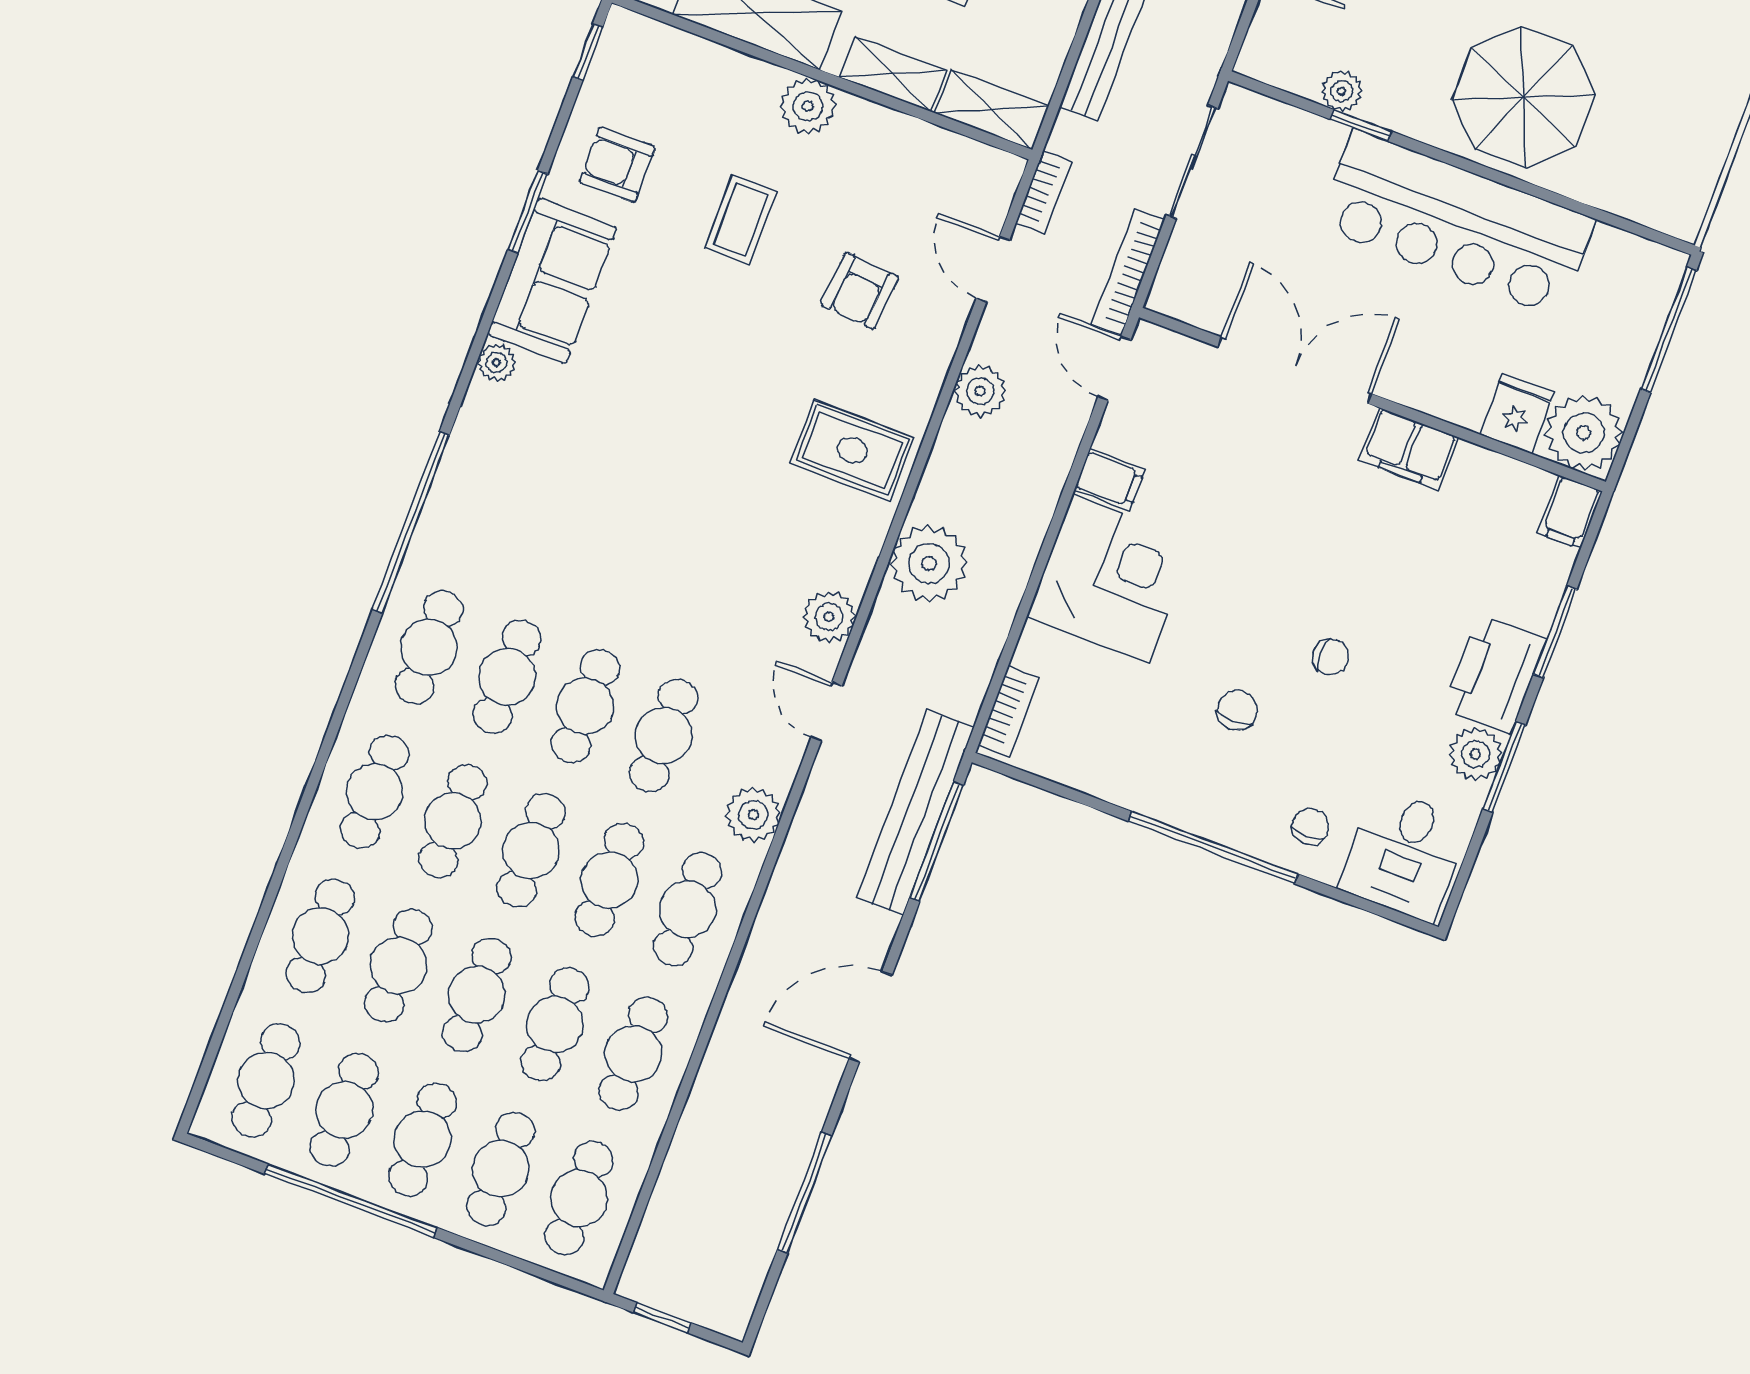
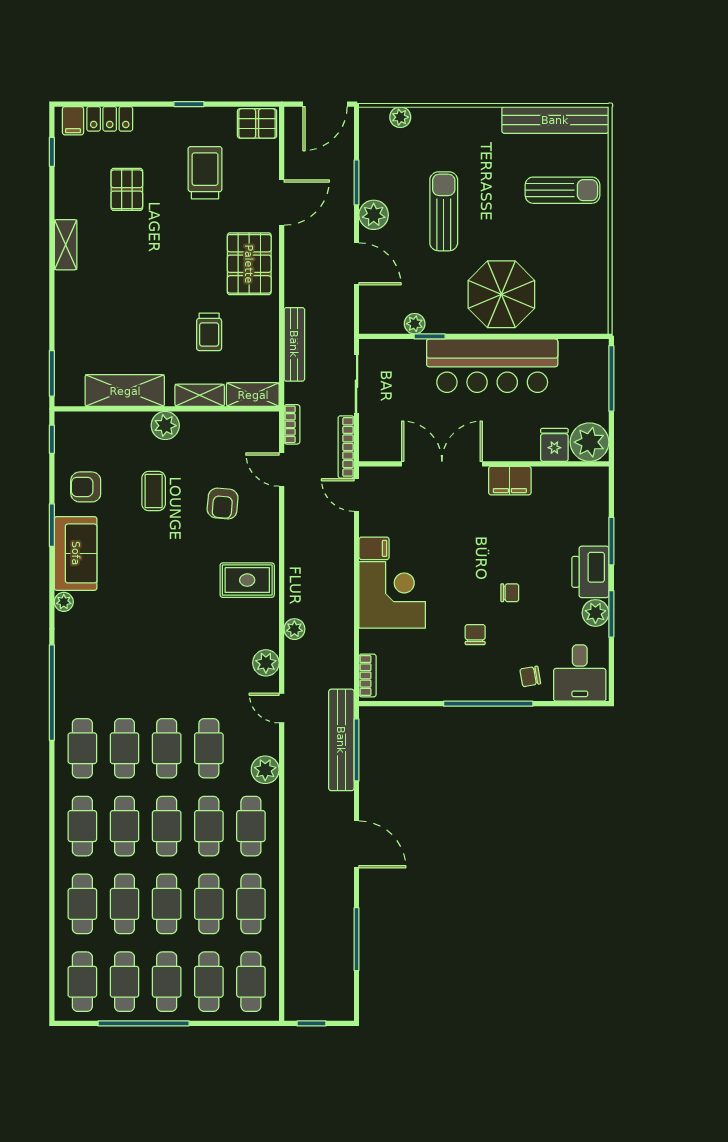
plant: (980, 391) -> (297, 530), removed
filing cabinet: (1570, 512) -> (597, 482), removed
plant: (929, 563) -> (294, 629), width x0.53, depth x0.53
chair: (1310, 826) -> (530, 676), turned -100
door: (871, 1017) -> (357, 844), swing flipped

